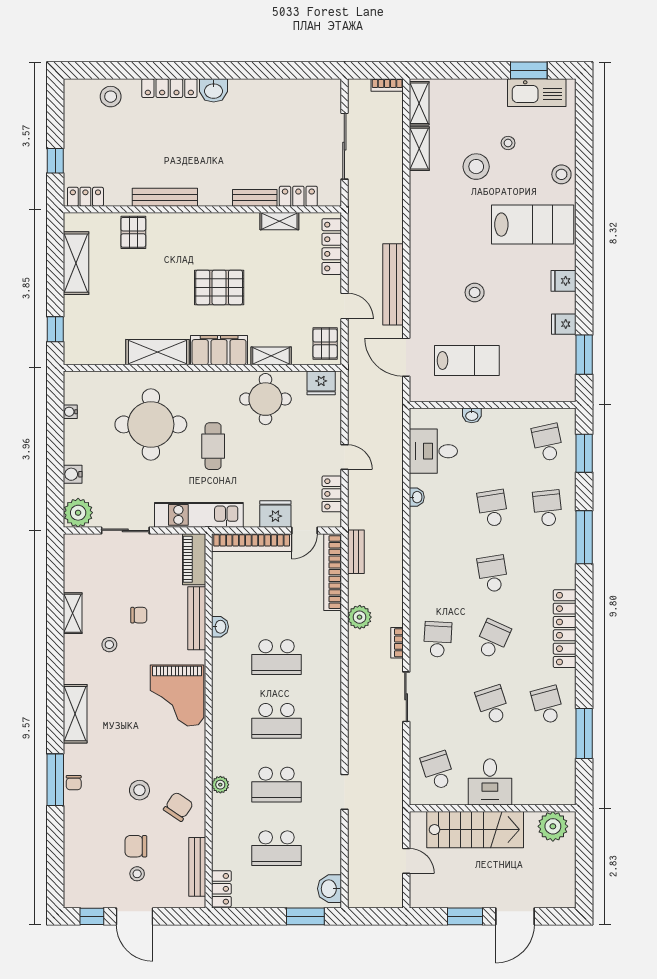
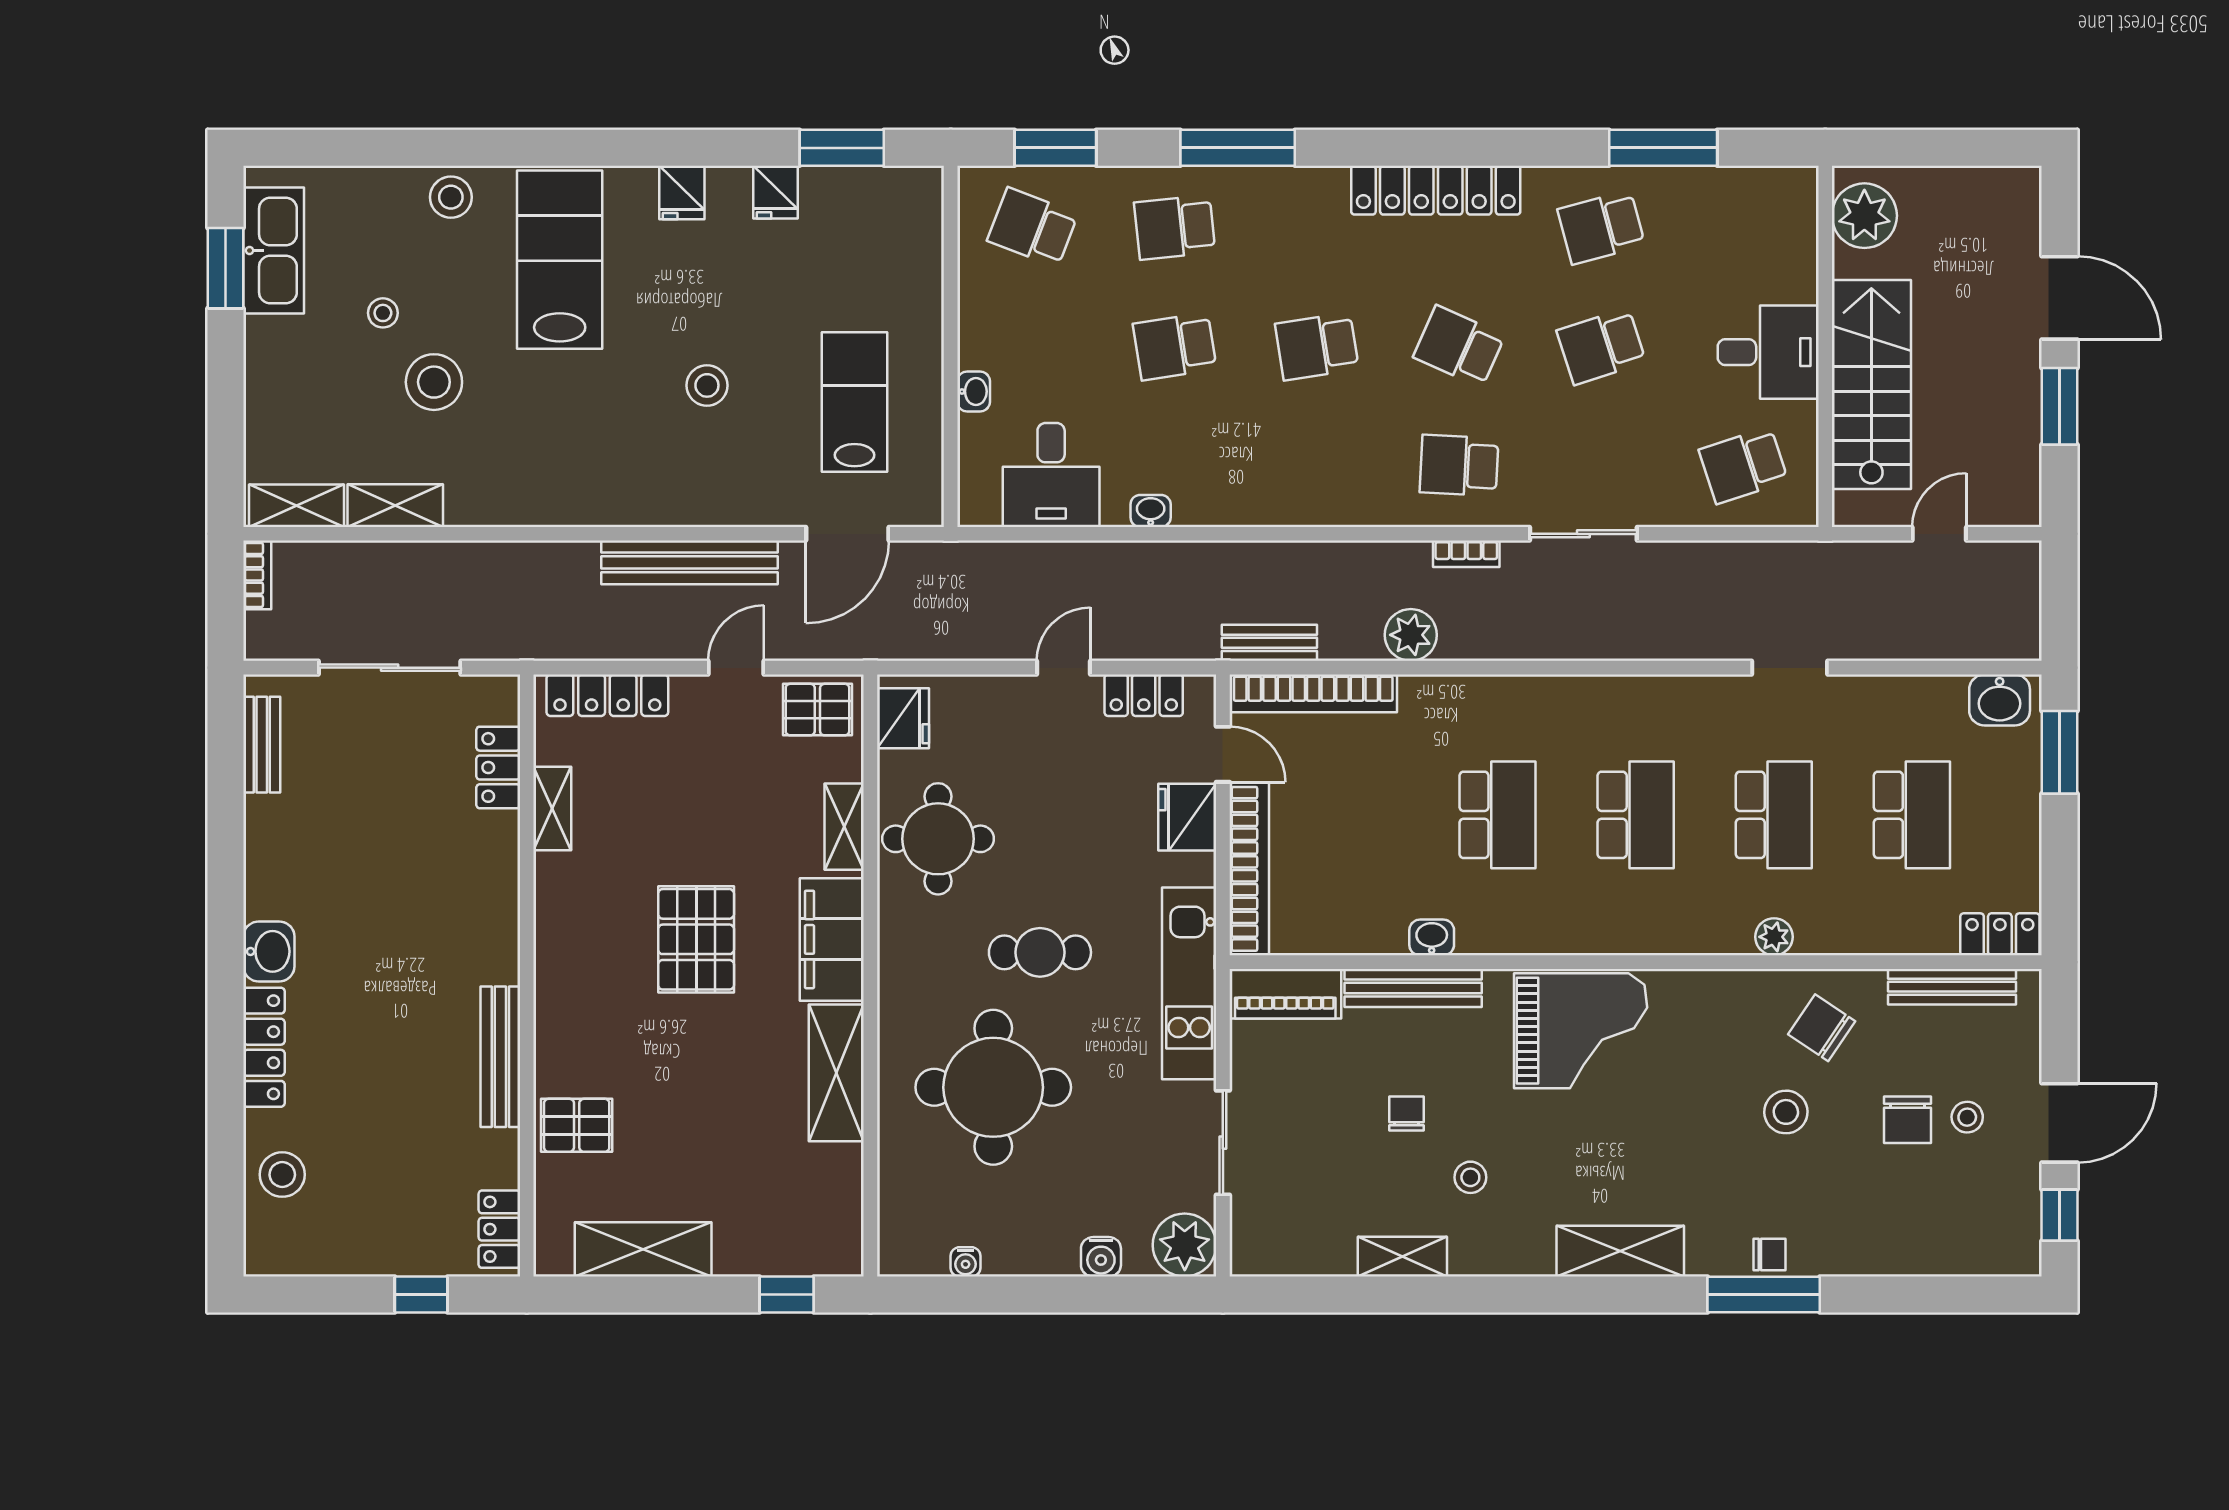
bench: (255, 198) -> (262, 745), moved
school desk: (548, 443) -> (1033, 227), turned 33

